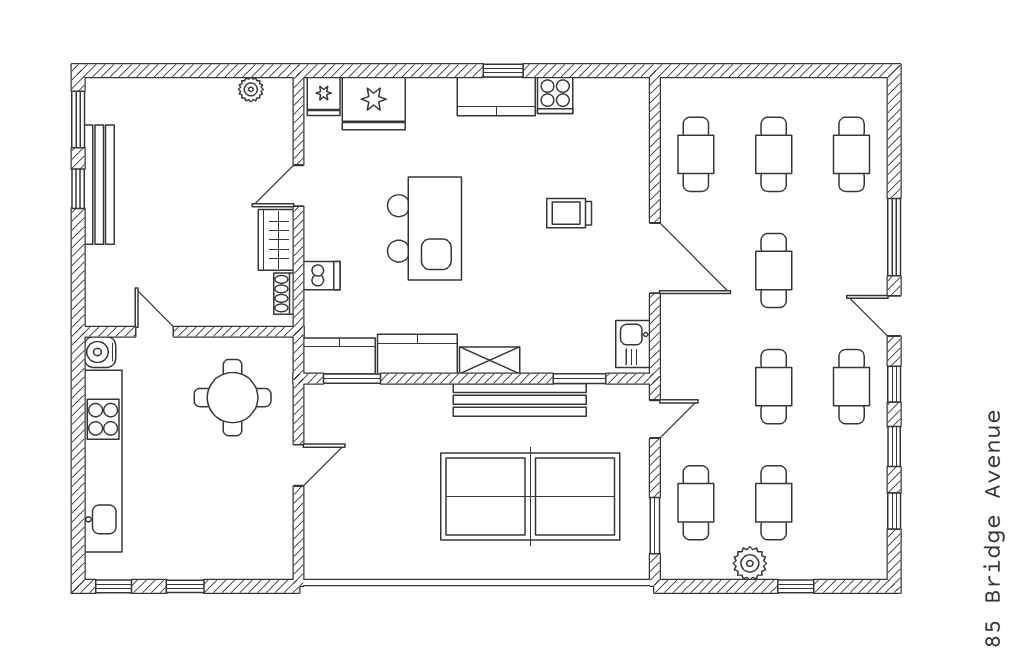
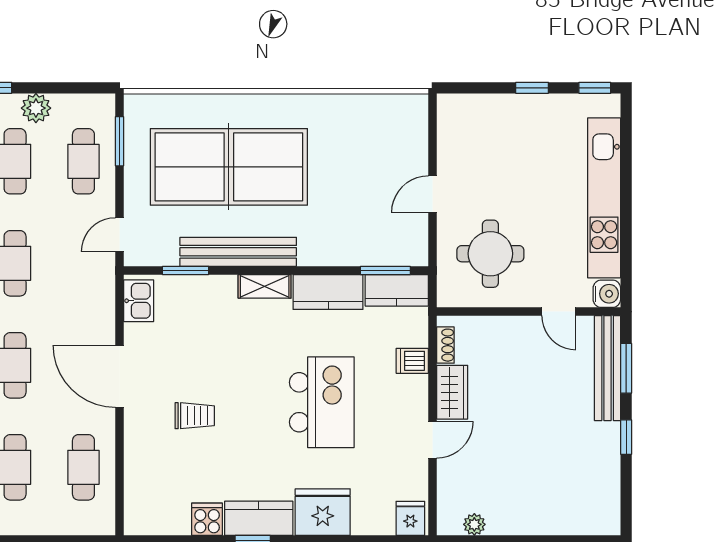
fridge: (374, 103) -> (323, 512), moved
window: (78, 119) -> (626, 368), moved
bench: (99, 185) -> (608, 368), moved
kitchen island: (424, 228) -> (322, 402), turned 180

